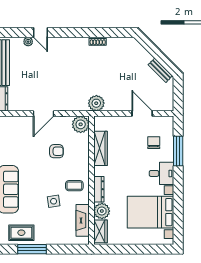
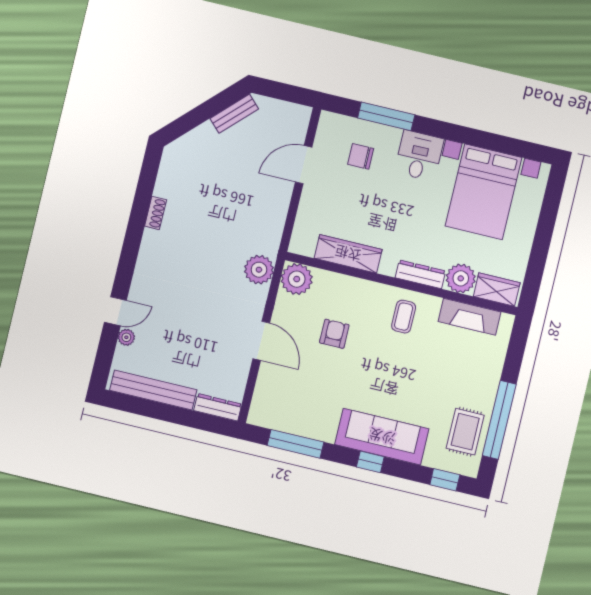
plant: (96, 103) -> (259, 270), moved
side table: (54, 201) -> (423, 360), removed
window: (32, 249) -> (499, 420), width x1.46

